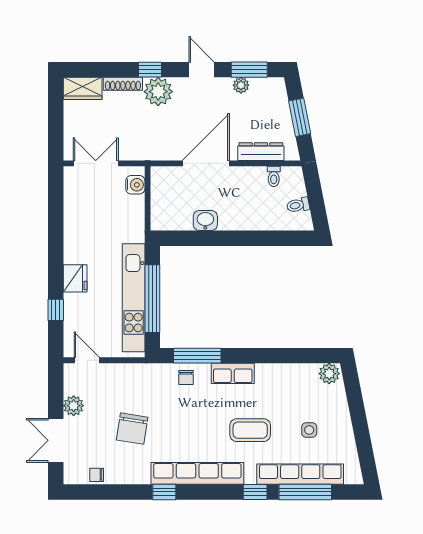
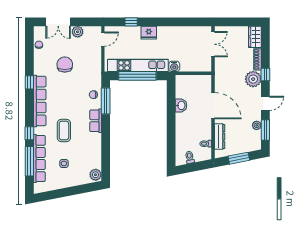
water cooler: (135, 185) -> (174, 66), moved
chair: (132, 429) -> (65, 65), turned 81
double door: (56, 440) -> (58, 22), swing flipped

